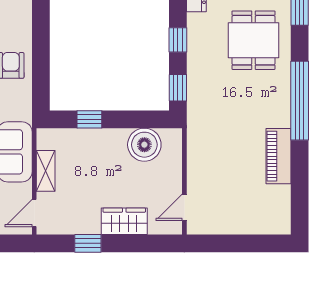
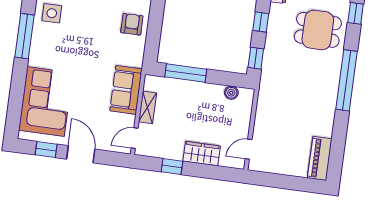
dining table: (253, 40) -> (318, 30), turned 90
window: (89, 119) -> (186, 73), width x2.17
boiler: (144, 145) -> (231, 93), width x0.54, depth x0.54
piano: (278, 156) -> (320, 158), moved

